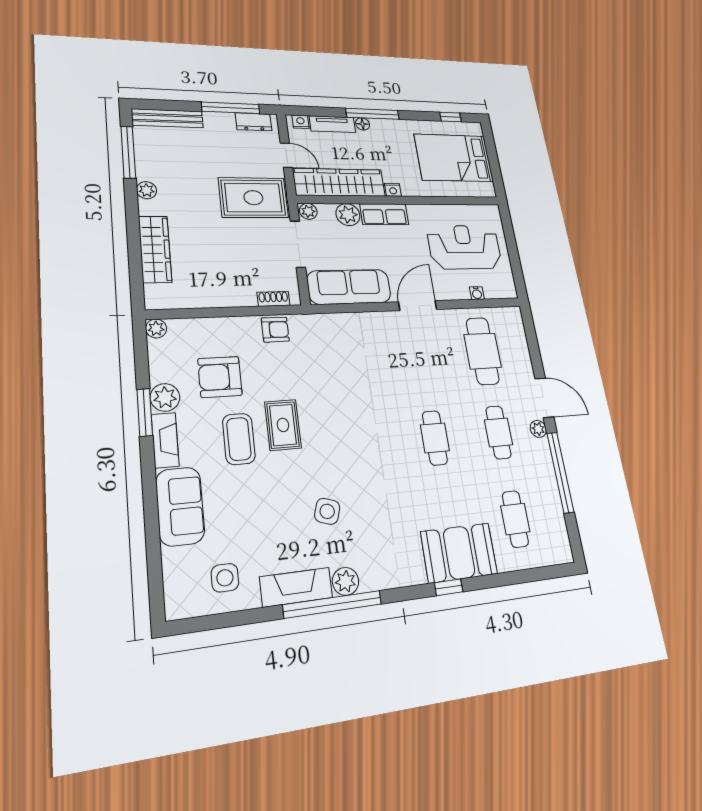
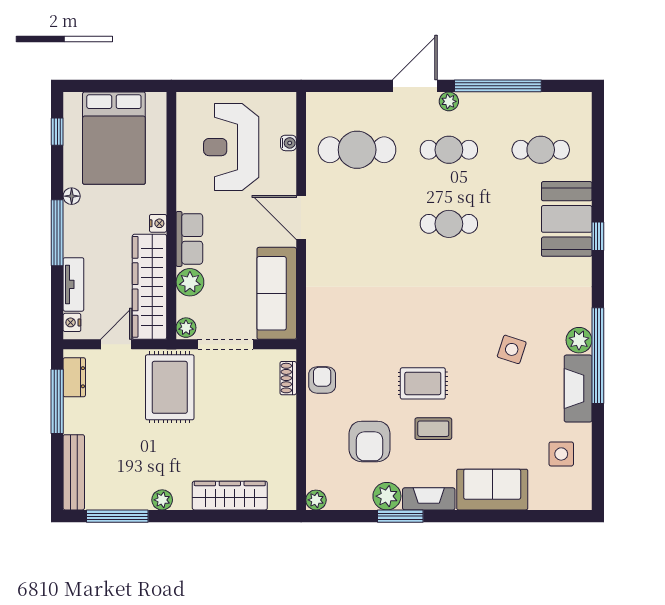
floor lamp: (363, 124) -> (72, 196), moved
coffee table: (239, 439) -> (433, 429), width x0.73, depth x0.77

